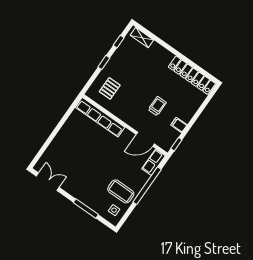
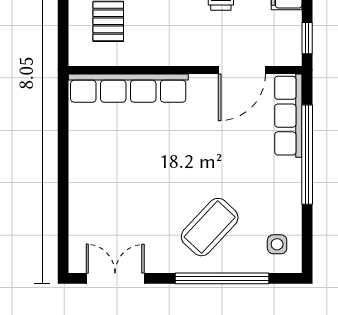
row of seats: (154, 162) -> (288, 116), width x1.48
coffee table: (121, 191) -> (210, 227), moved, turned -47
window: (86, 209) -> (222, 278), width x1.46

